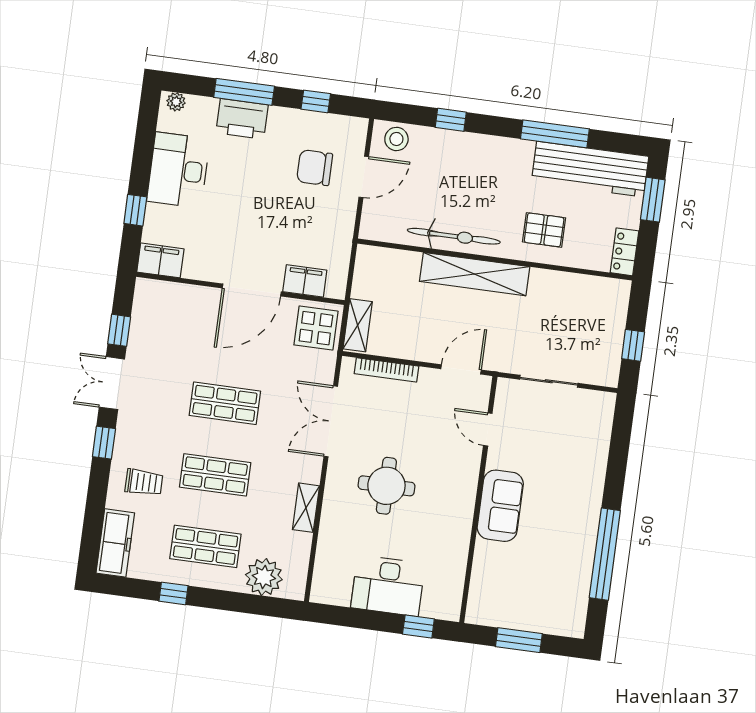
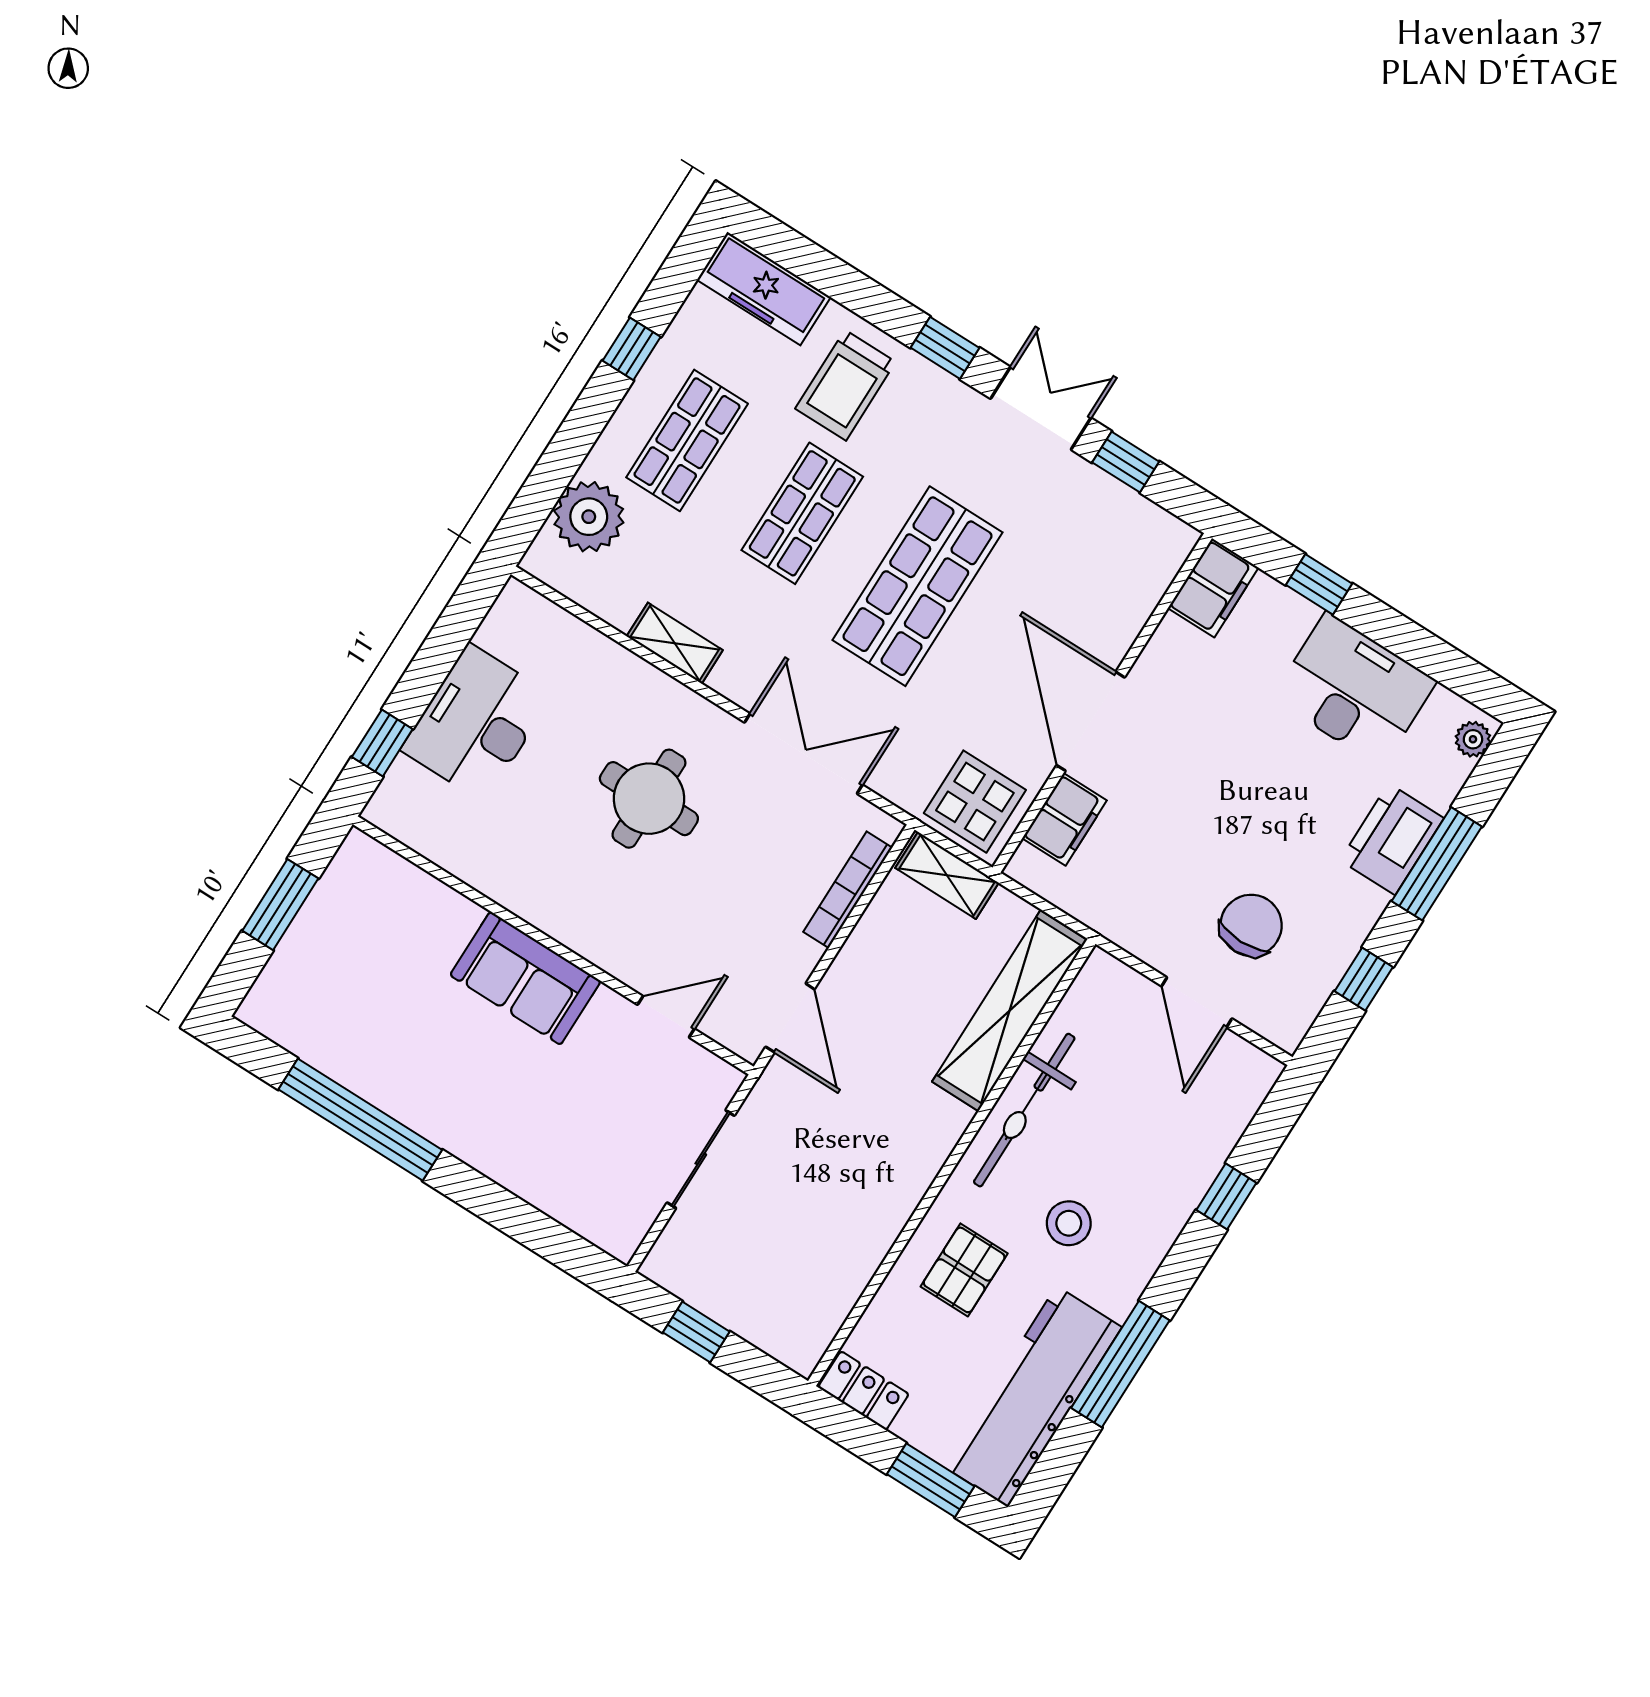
stool: (396, 139) -> (1069, 1223), moved
shelving: (475, 274) -> (1010, 1011), moved
shop shelf: (225, 403) -> (918, 586), width x1.43, depth x1.36
trolley: (144, 482) -> (845, 385), width x1.36, depth x1.39

